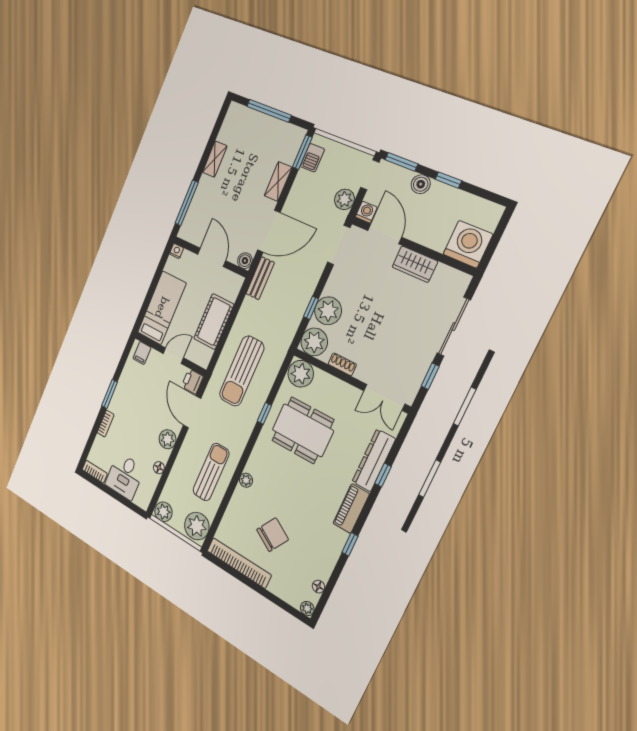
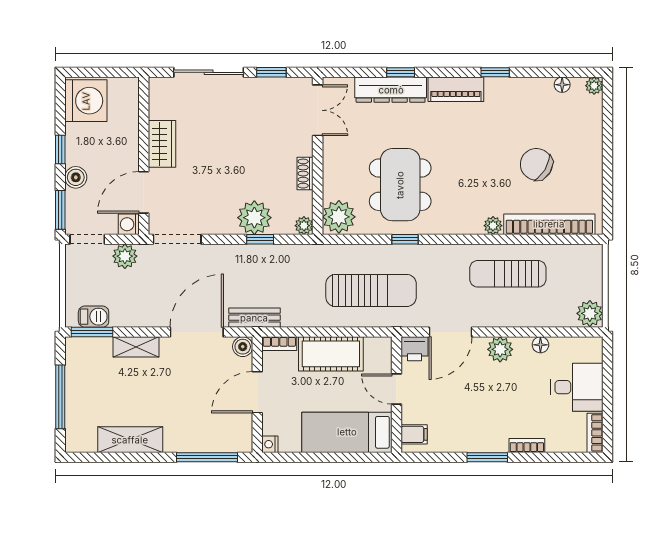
shelving: (215, 159) -> (130, 440), width x1.50, depth x1.33
door: (269, 231) -> (197, 332), hinge flipped
washing machine: (468, 244) -> (86, 101), moved, turned 180
bookcase: (236, 288) -> (279, 344), added
plant: (314, 342) -> (304, 226), width x0.53, depth x0.53
plant: (197, 526) -> (581, 262), removed
bookcase: (239, 563) -> (549, 224), moved, turned 90

